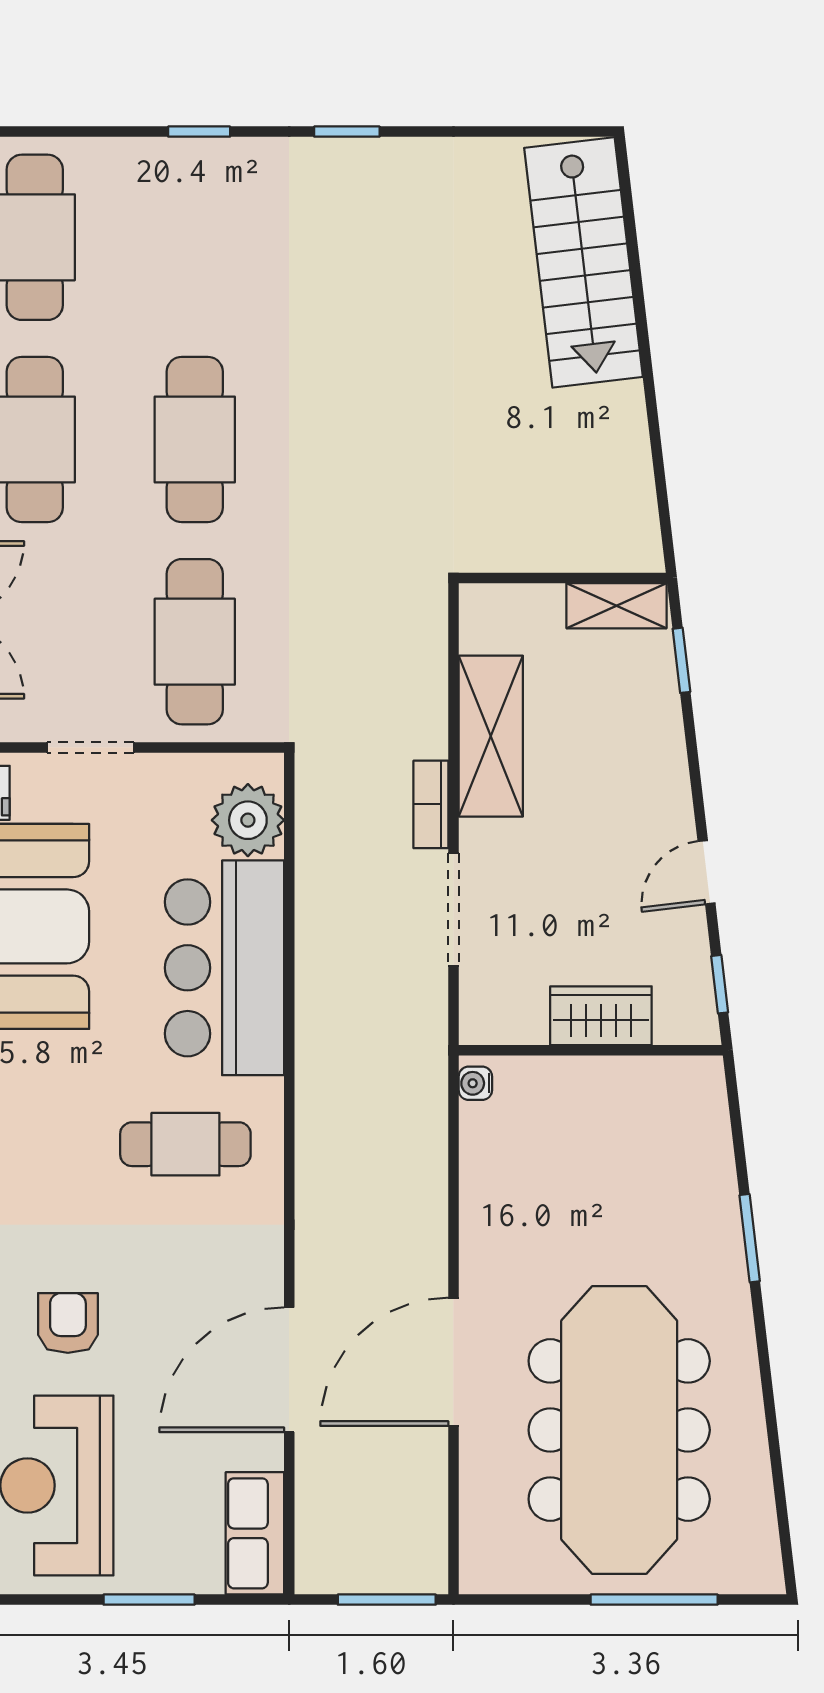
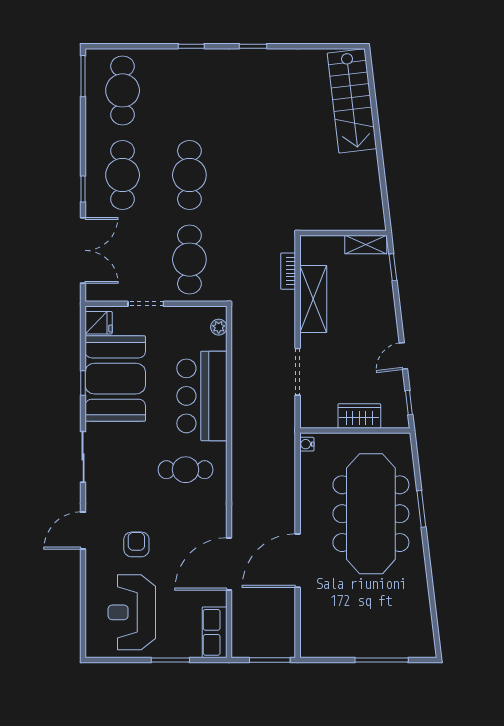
bookcase: (431, 804) -> (288, 271), moved
plant: (248, 820) -> (219, 327), width x0.53, depth x0.53
meeting table: (619, 1430) -> (371, 514), moved

